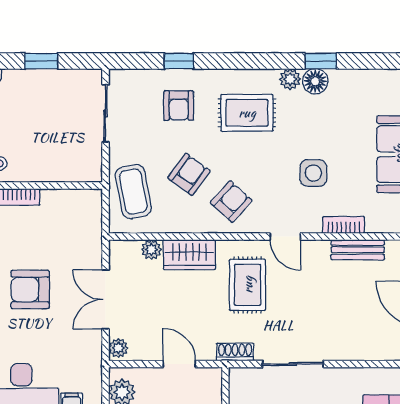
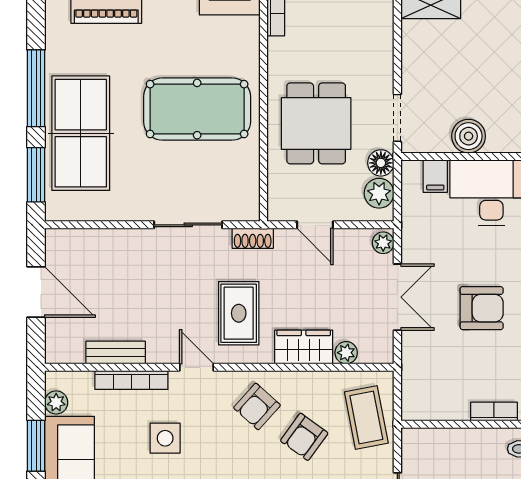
bookcase: (344, 225) -> (131, 380), width x1.56

